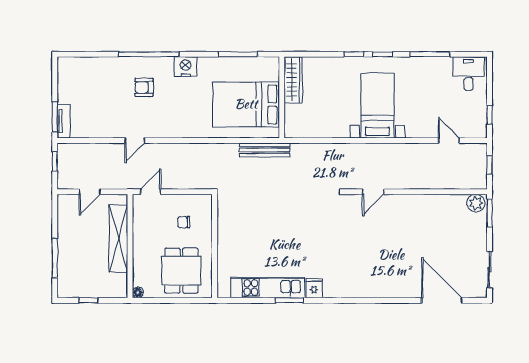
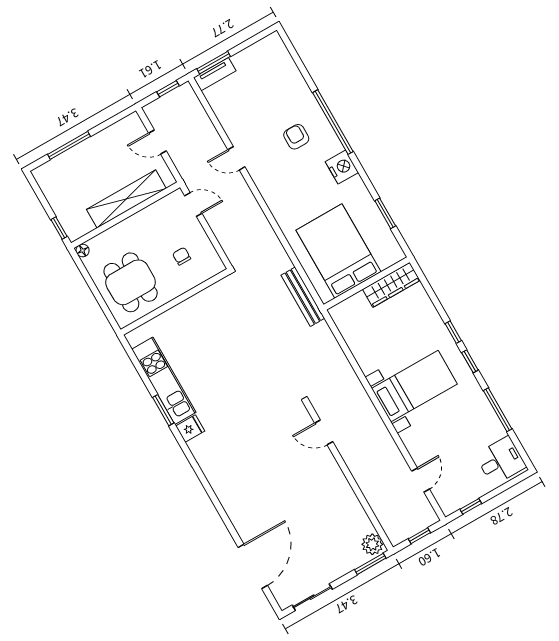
window: (238, 54) -> (385, 213), width x0.69
dining table: (181, 271) -> (131, 282), turned 90
window: (88, 300) -> (59, 228), moved

